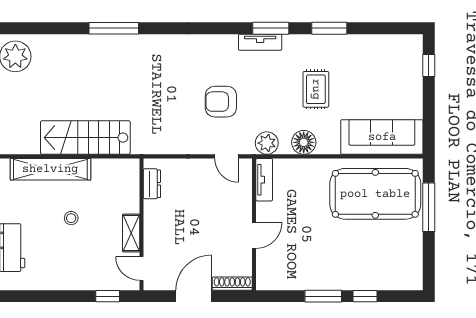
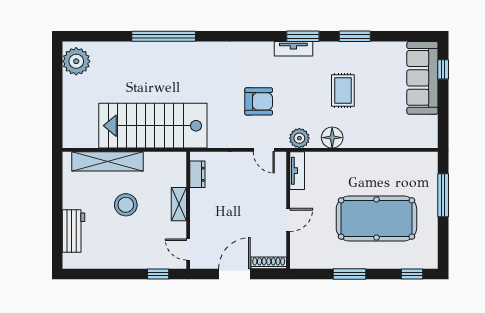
window: (114, 28) -> (164, 36), width x1.46
armchair: (221, 102) -> (259, 101), turned 180
sofa: (382, 137) -> (422, 78), moved, turned -90
stairs: (85, 138) -> (153, 126), width x1.36, depth x1.51
pool table: (375, 194) -> (376, 218), moved
stool: (71, 218) -> (126, 205), width x1.89, depth x1.89
shelving: (131, 233) -> (179, 204), moved
window: (365, 296) -> (412, 274), moved

